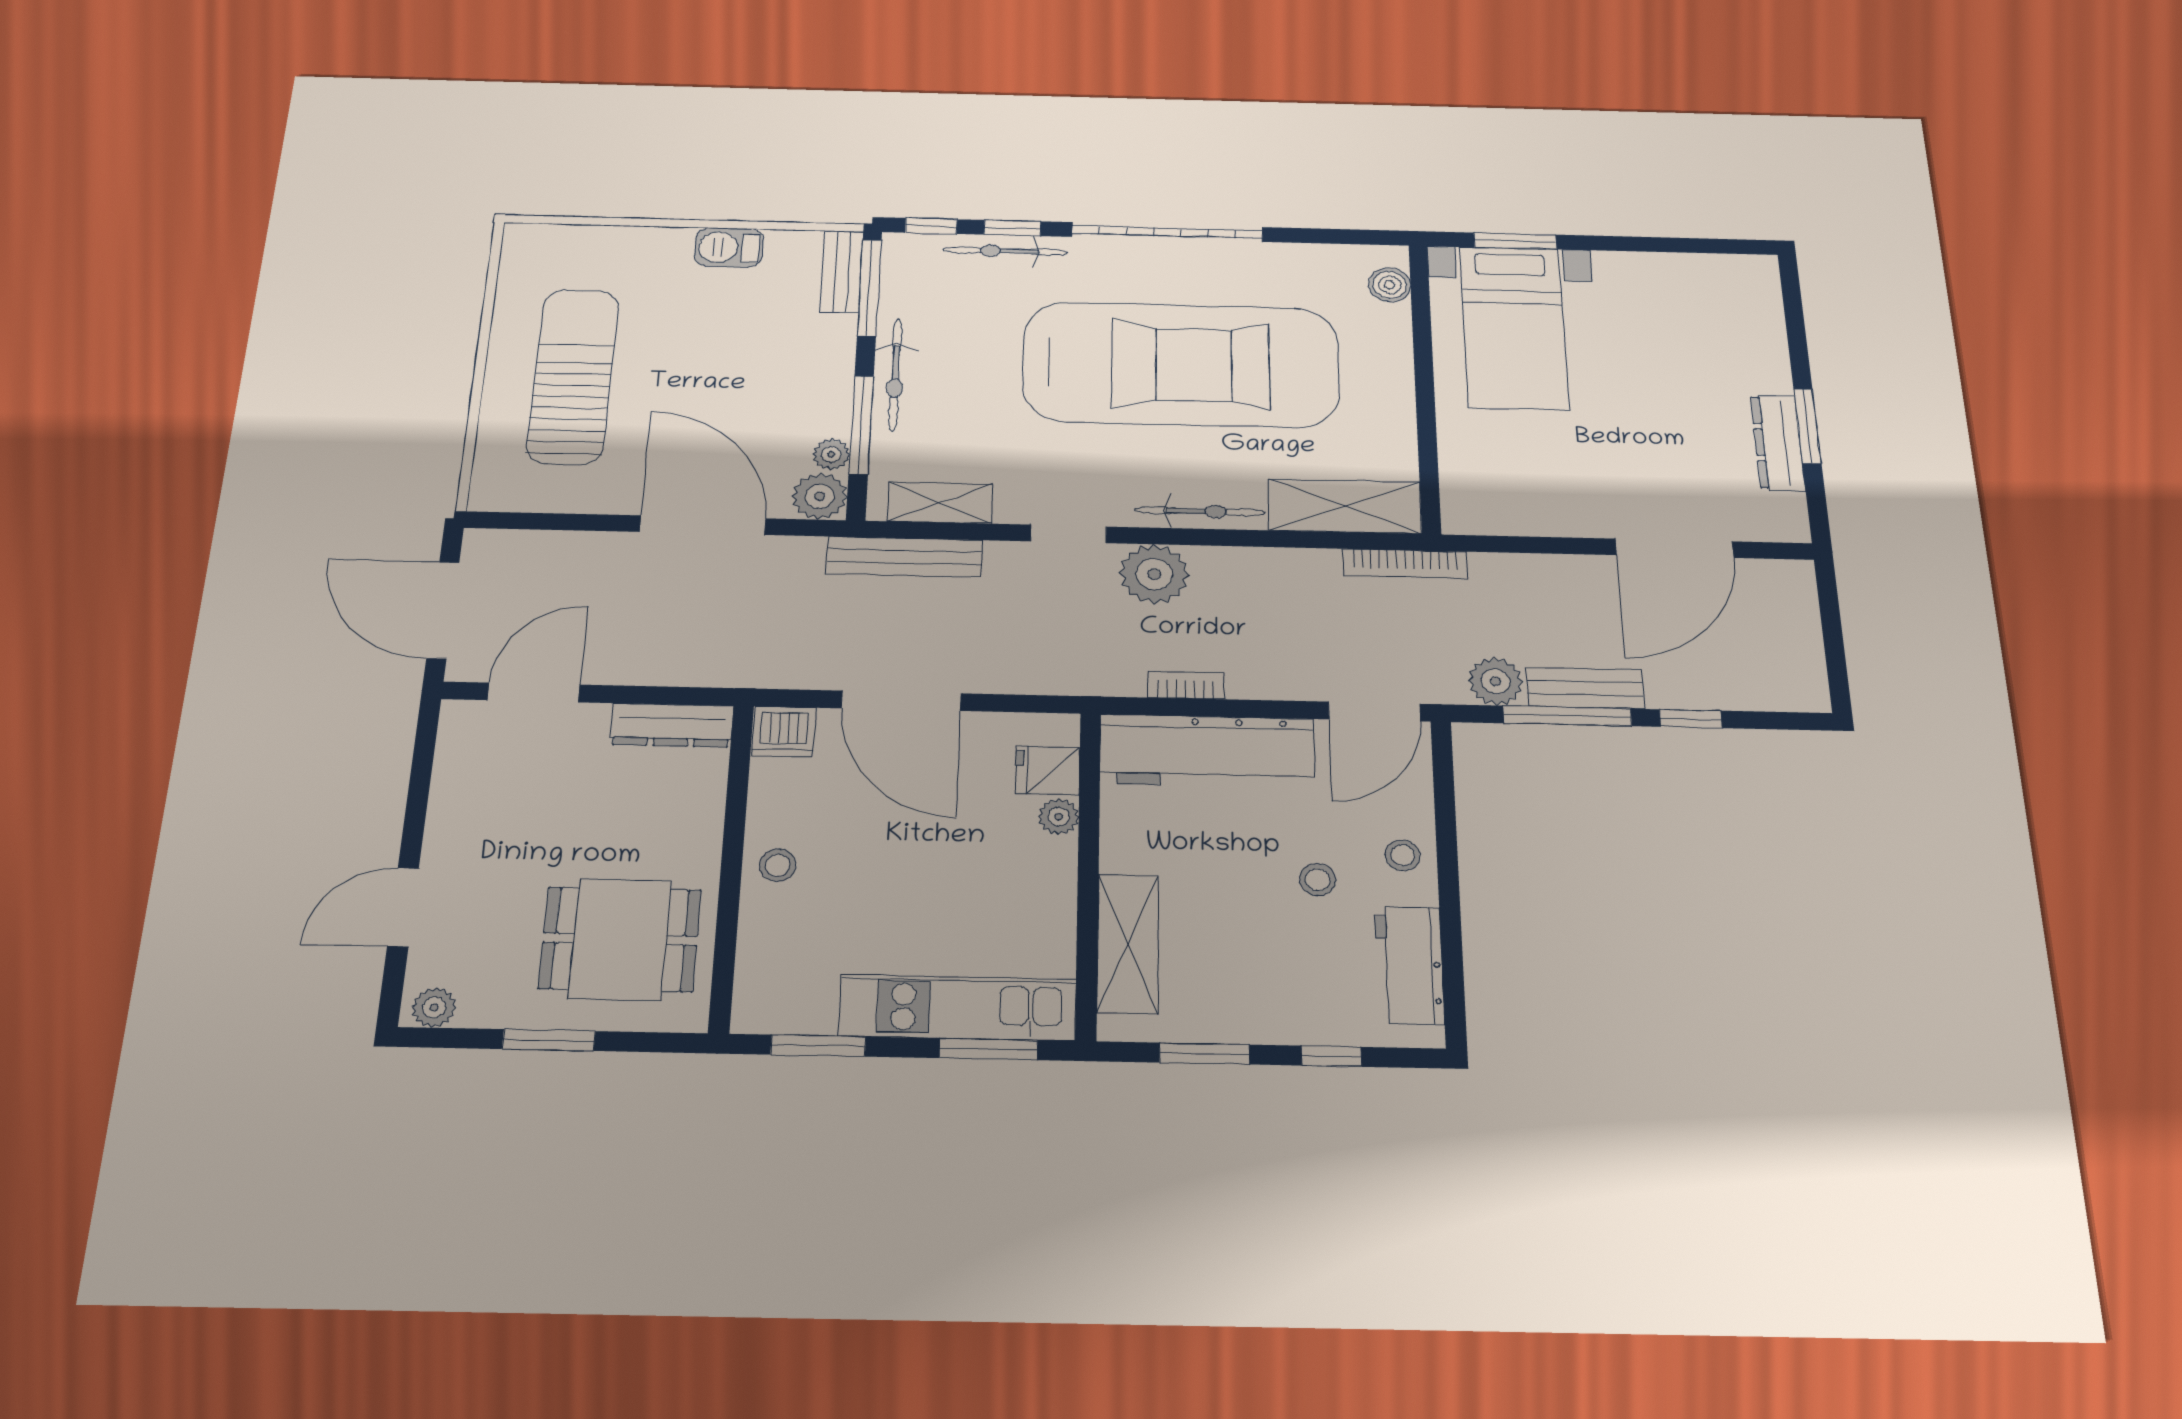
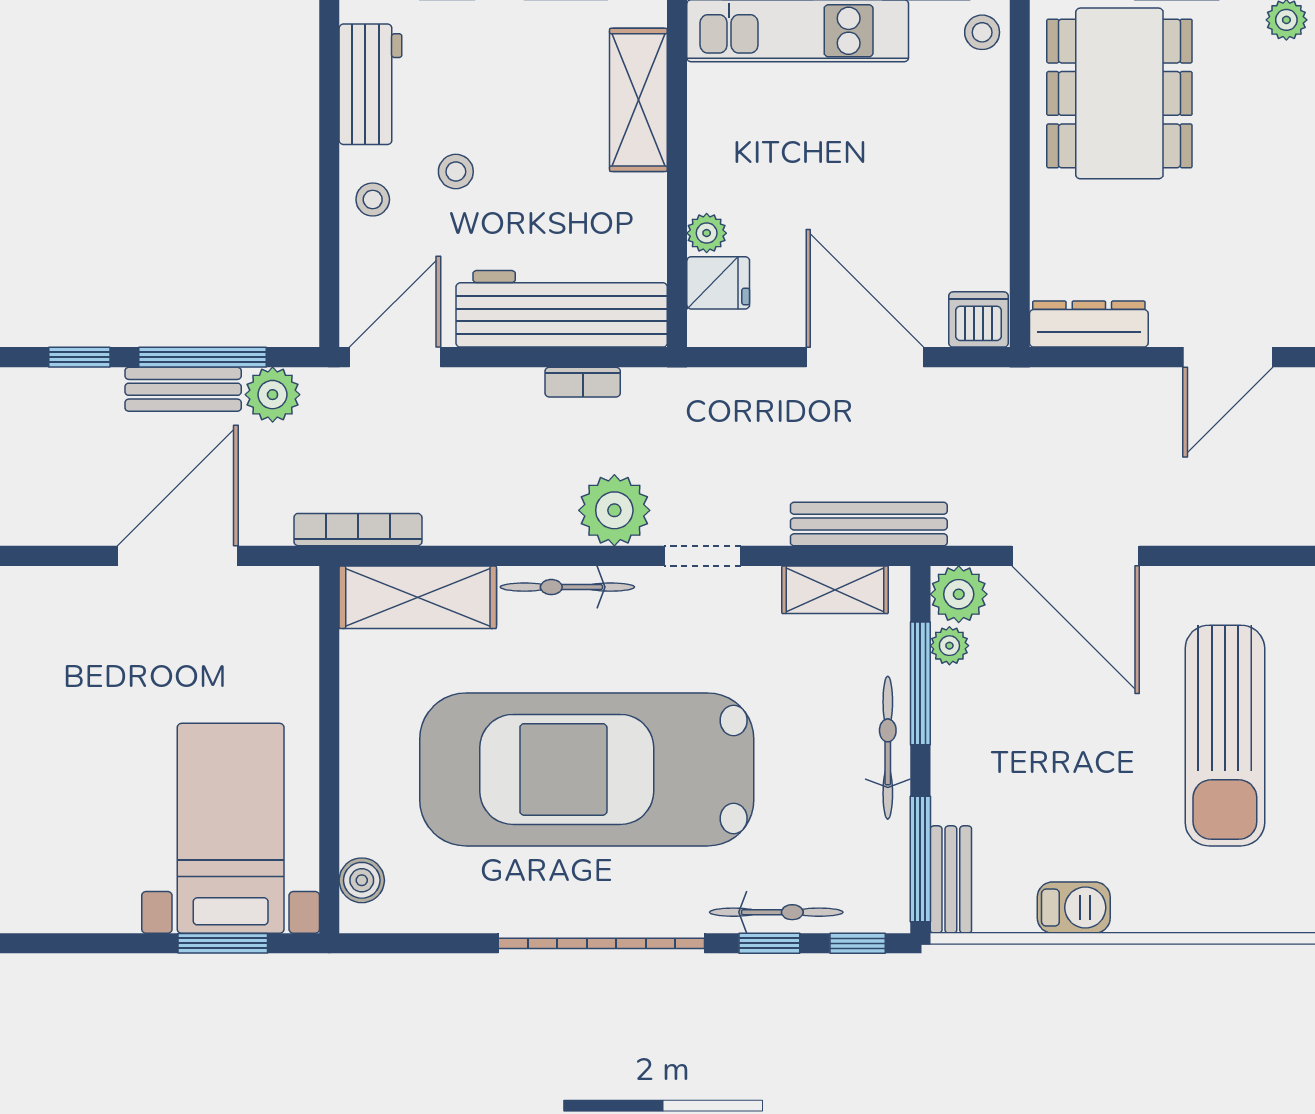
door: (1674, 548) -> (178, 556), moved
stool: (778, 865) -> (982, 32), moved
dining table: (620, 939) -> (1119, 93), width x1.38

